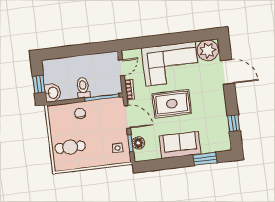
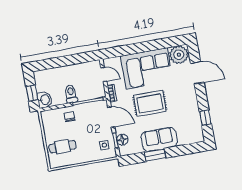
door: (121, 68) -> (104, 74), hinge flipped
window: (205, 159) -> (155, 155), moved

